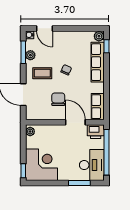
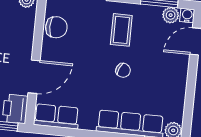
plant: (30, 55) -> (171, 15), moved
chair: (58, 99) -> (56, 27), moved

